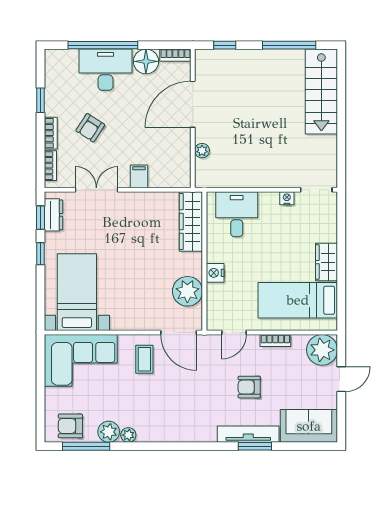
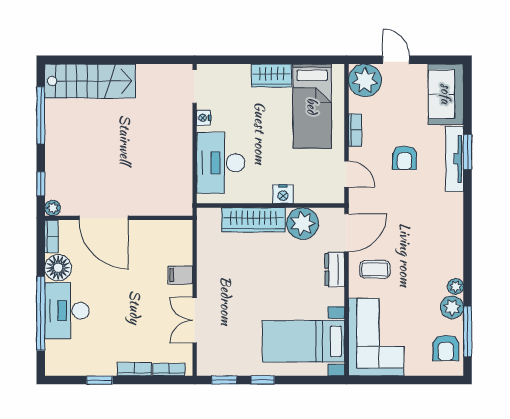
armchair: (90, 128) -> (129, 327), removed
plant: (202, 151) -> (53, 208), moved
desk: (237, 214) -> (221, 163), width x1.37
dresser: (53, 215) -> (335, 270), moved, turned -90
wardrobe: (191, 221) -> (253, 220), moved

